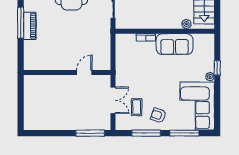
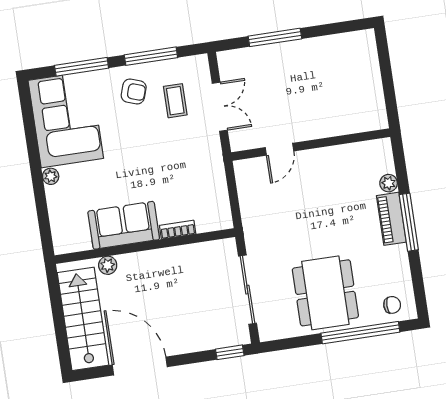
plant: (28, 45) -> (389, 183), added
window: (217, 68) -> (40, 194), removed
double door: (113, 100) -> (220, 107), swing flipped
window: (90, 133) -> (275, 37), moved

